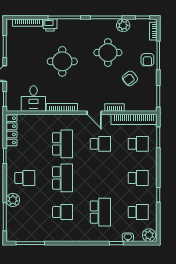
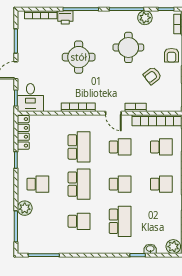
desk: (33, 98) -> (30, 98), moved
school desk: (138, 212) -> (120, 184), moved

